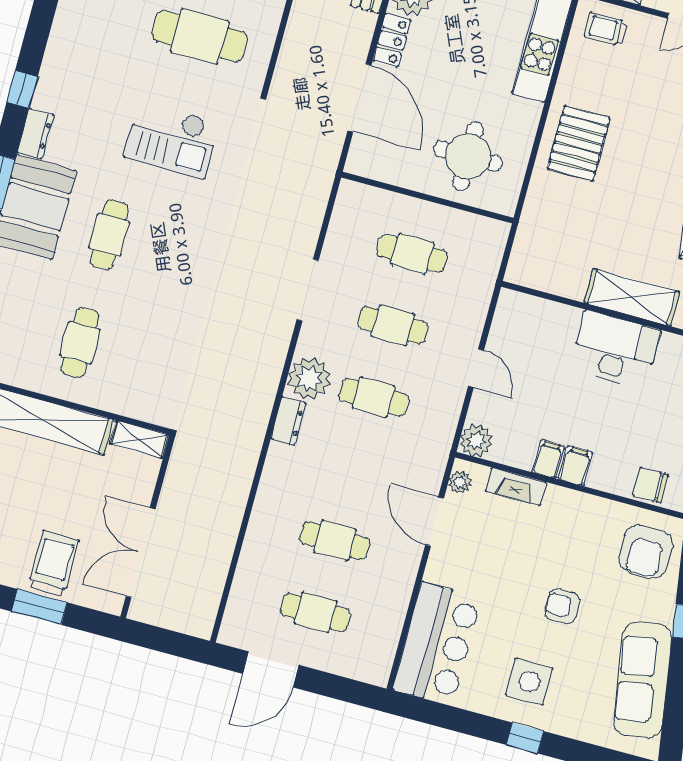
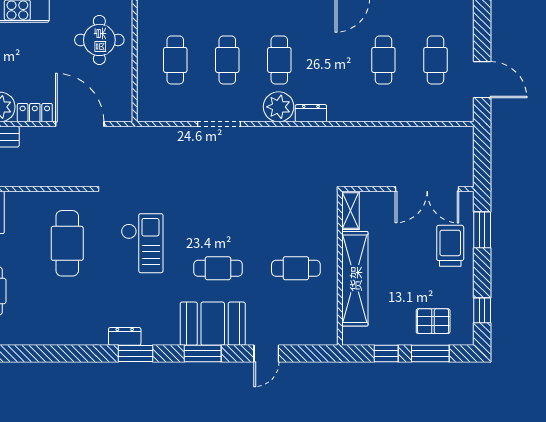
window: (22, 89) -> (136, 354), width x1.50
door: (359, 98) -> (80, 124), hinge flipped
dresser: (36, 133) -> (125, 336), moved
trolley: (54, 564) -> (450, 246), turned 90
window: (39, 607) -> (482, 230), moved

